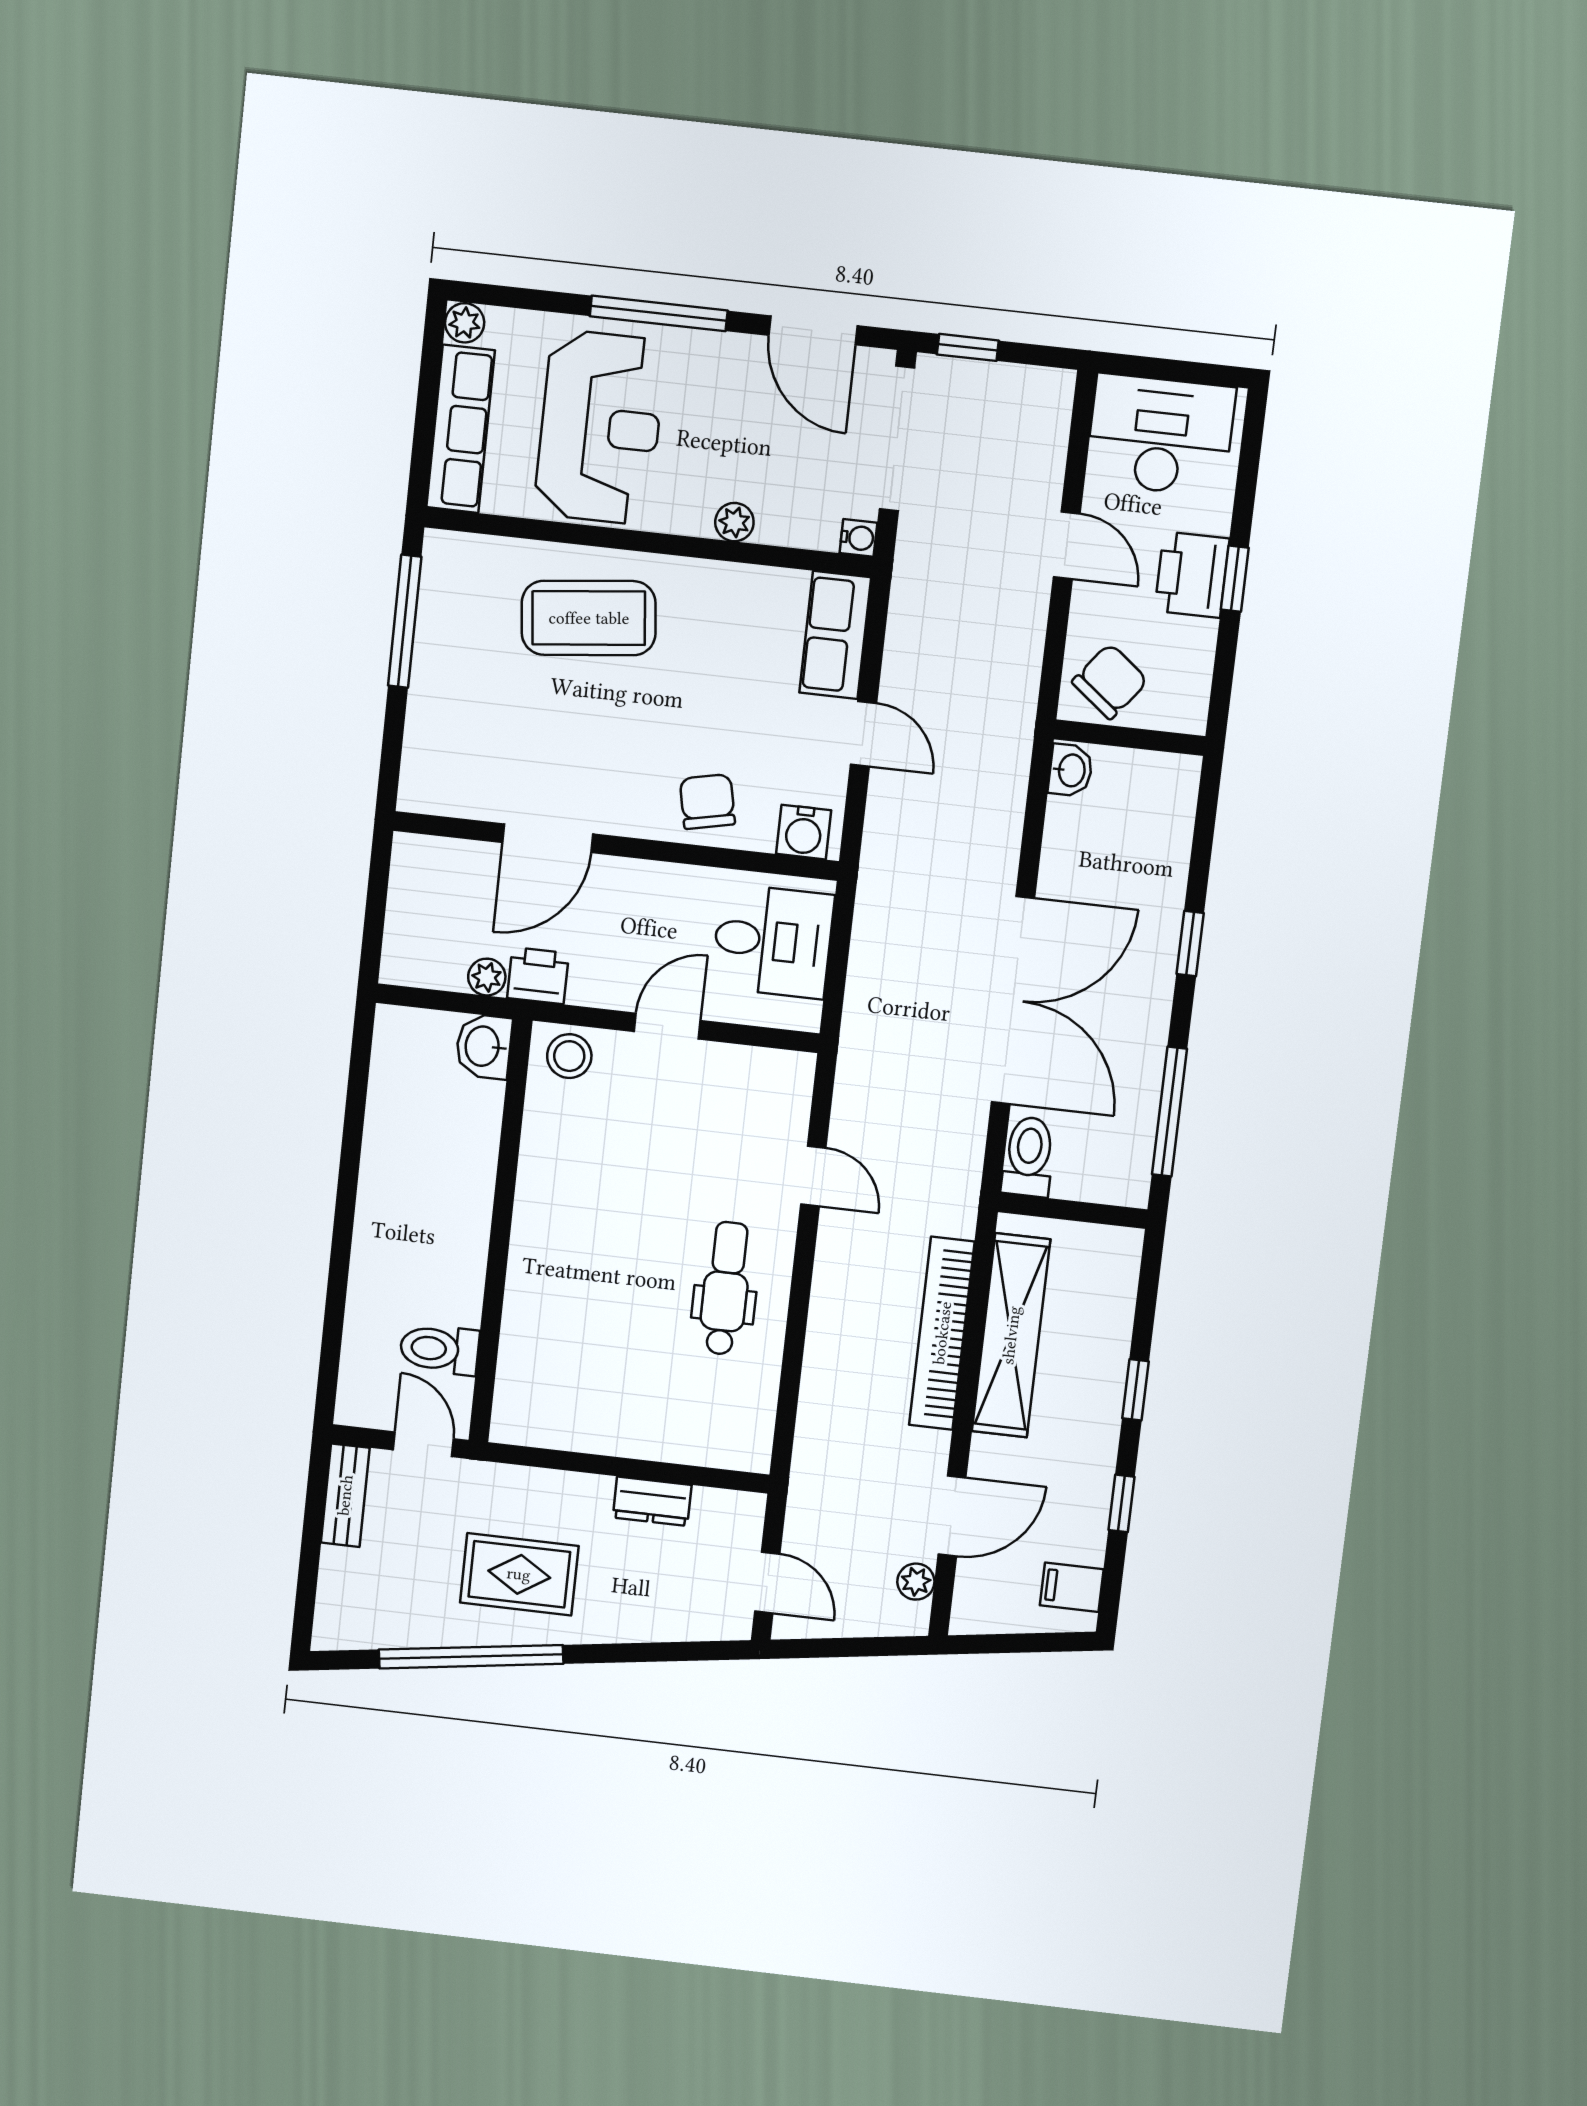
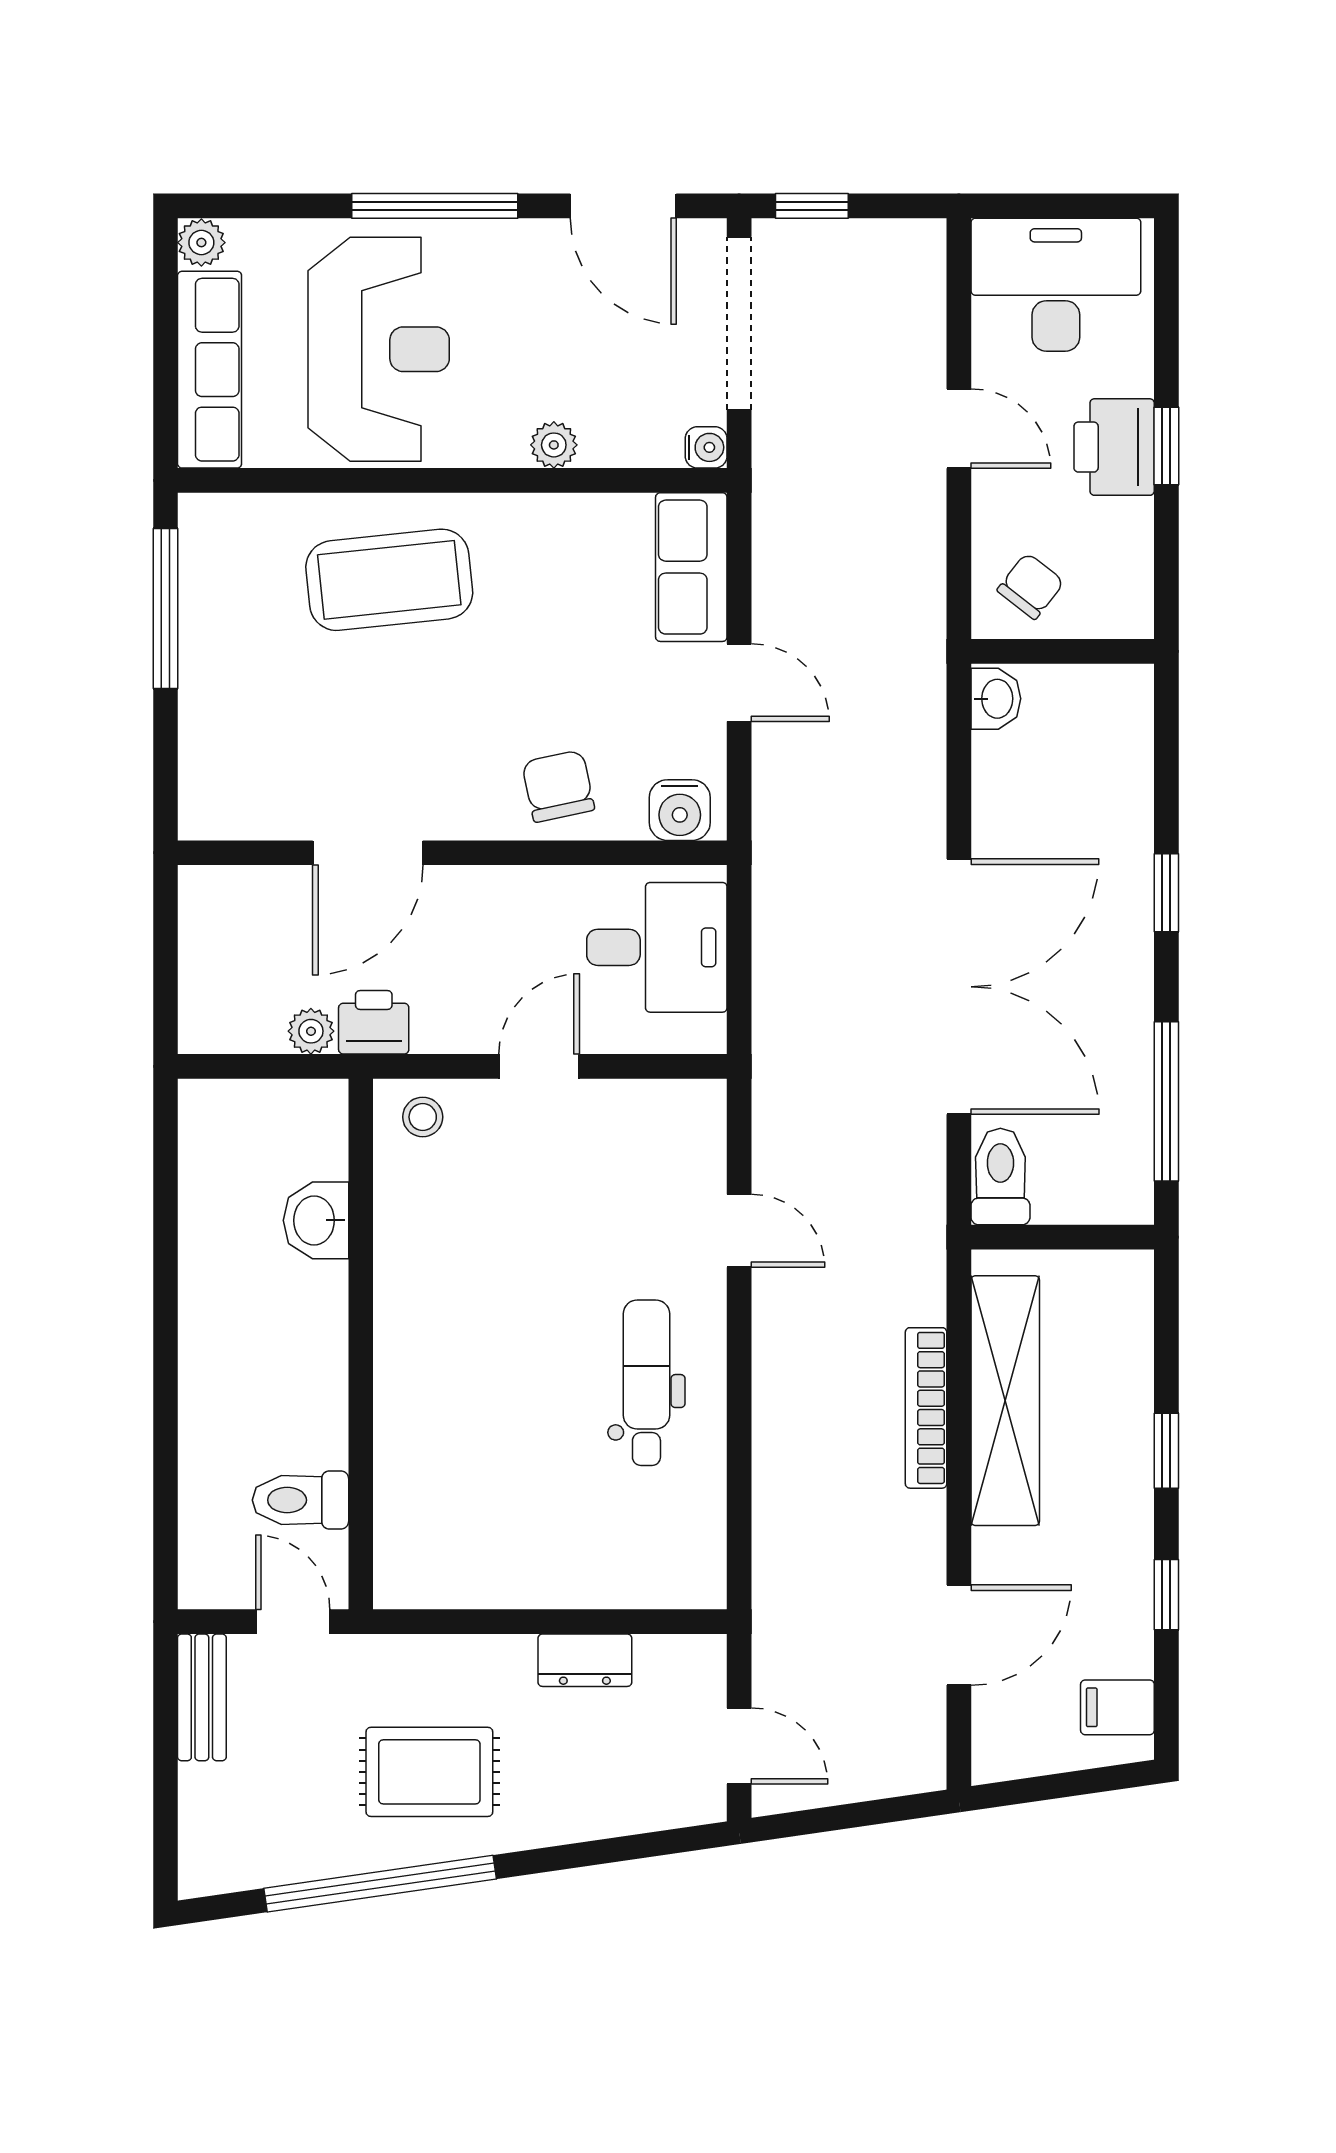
chair: (1110, 681) -> (1031, 586), width x0.73, depth x0.73
washbasin: (484, 1046) -> (316, 1220), moved
stool: (569, 1056) -> (423, 1117), width x0.73, depth x0.73
bookcase: (942, 1333) -> (926, 1408), width x0.68, depth x0.76
plant: (916, 1582) -> (924, 1723), removed

